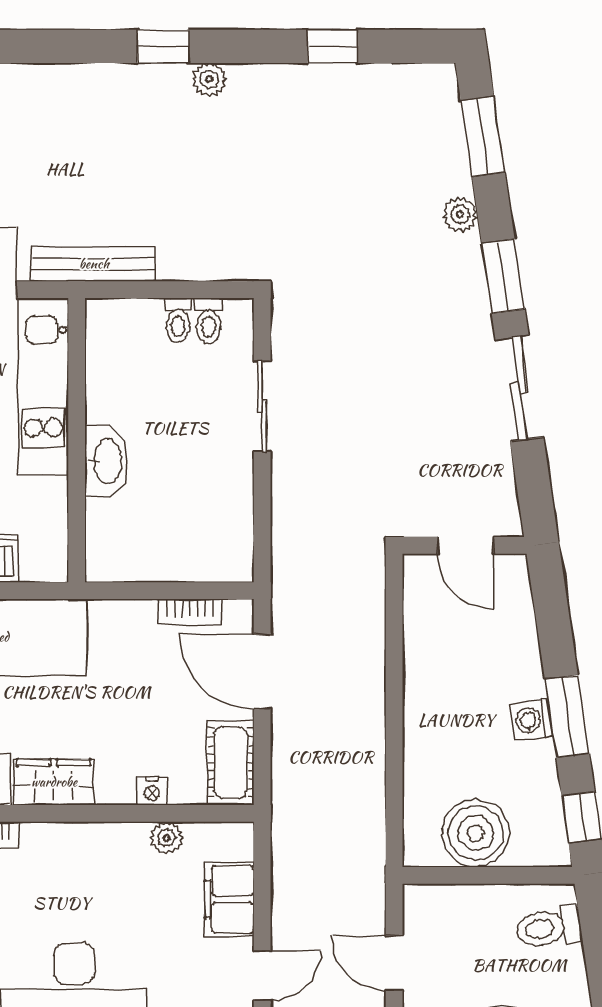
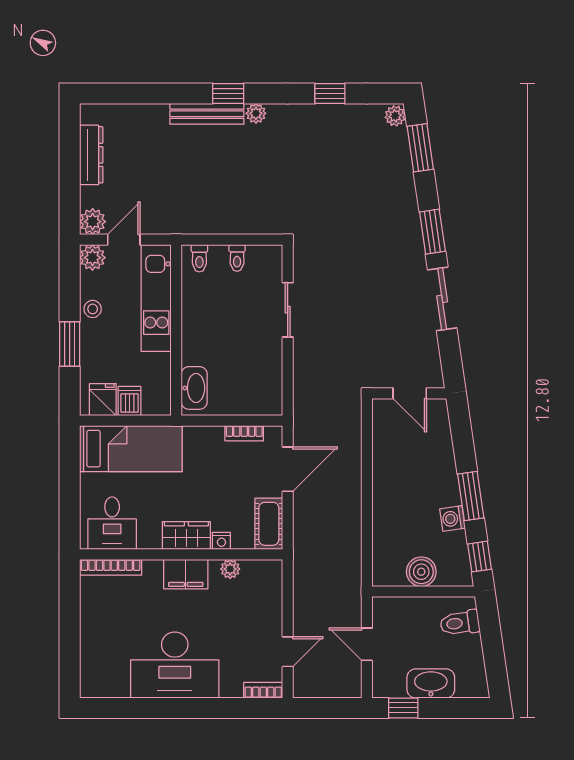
plant: (460, 214) -> (395, 116), moved
bench: (94, 264) -> (207, 114), moved
toilet: (209, 321) -> (199, 258), moved
washbasin: (107, 461) -> (194, 388), moved
door: (262, 672) -> (288, 469), swing flipped
washing machine: (532, 720) -> (453, 519), moved
wardrobe: (54, 782) -> (186, 535), moved
boiler: (476, 833) -> (421, 572), width x0.73, depth x0.73
filing cabinet: (229, 899) -> (186, 574), moved, turned -90

